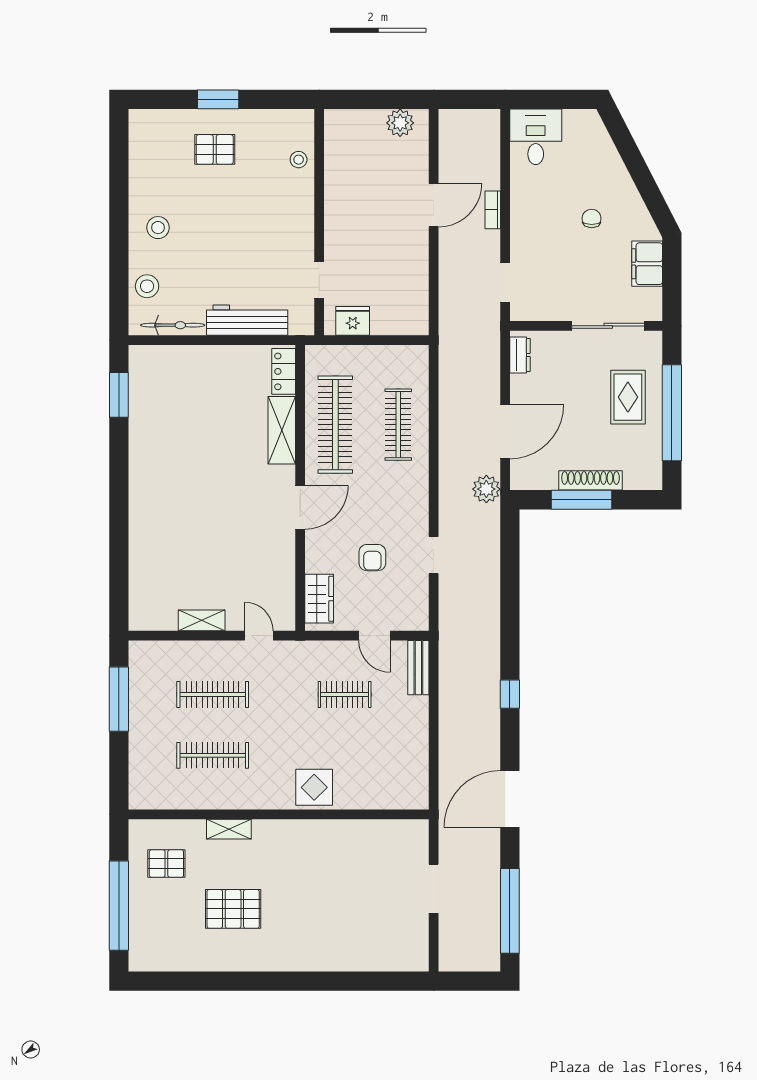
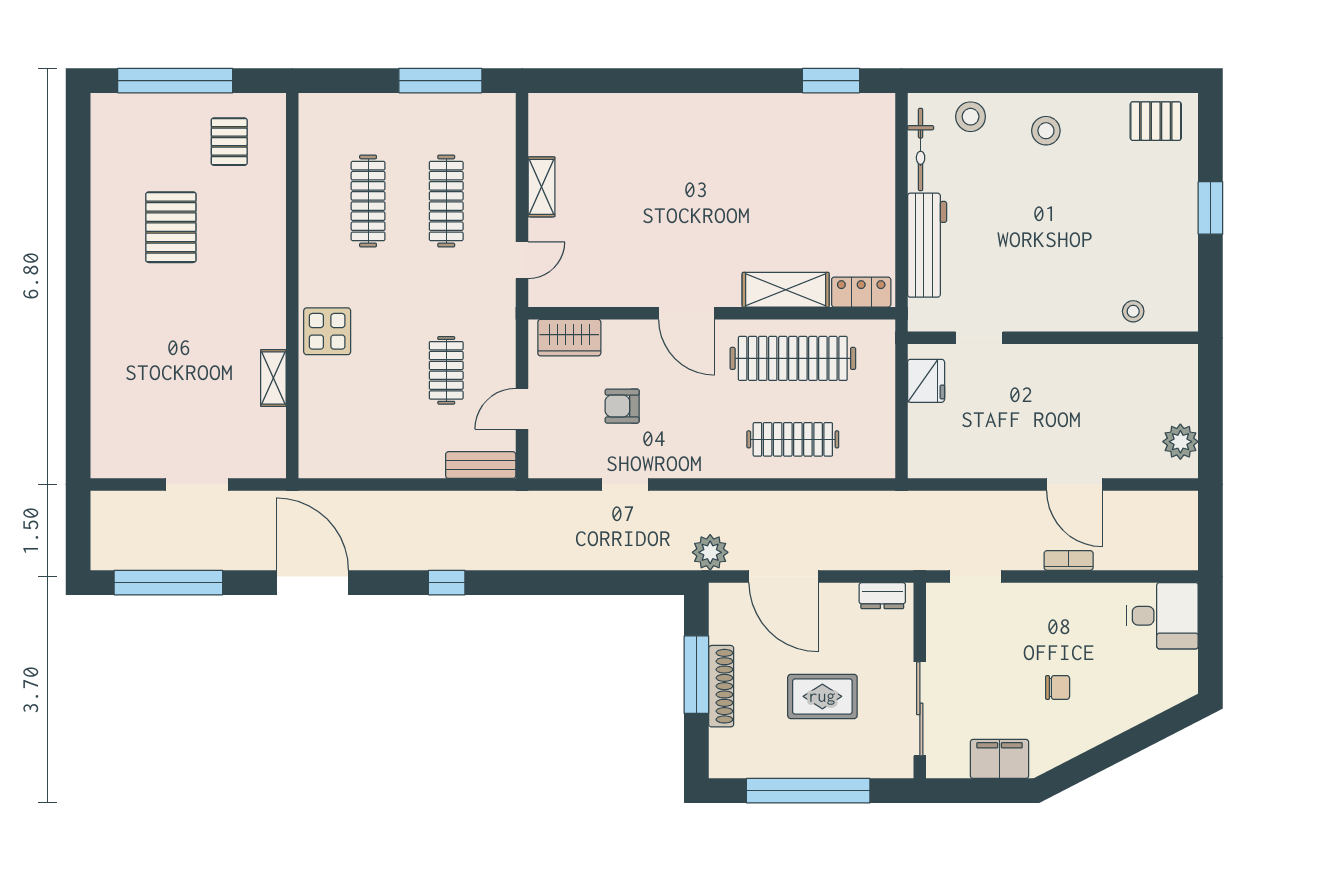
pallet: (215, 149) -> (1156, 121), moved, turned 90
rug: (628, 397) -> (822, 696), moved
shelving: (229, 829) -> (273, 378), moved

